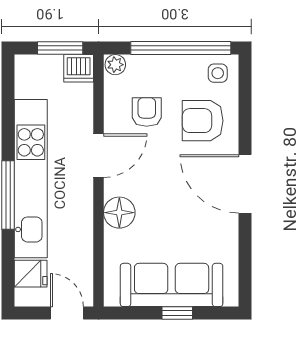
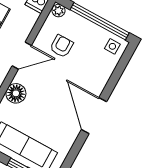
armchair: (203, 121) -> (90, 68), removed

